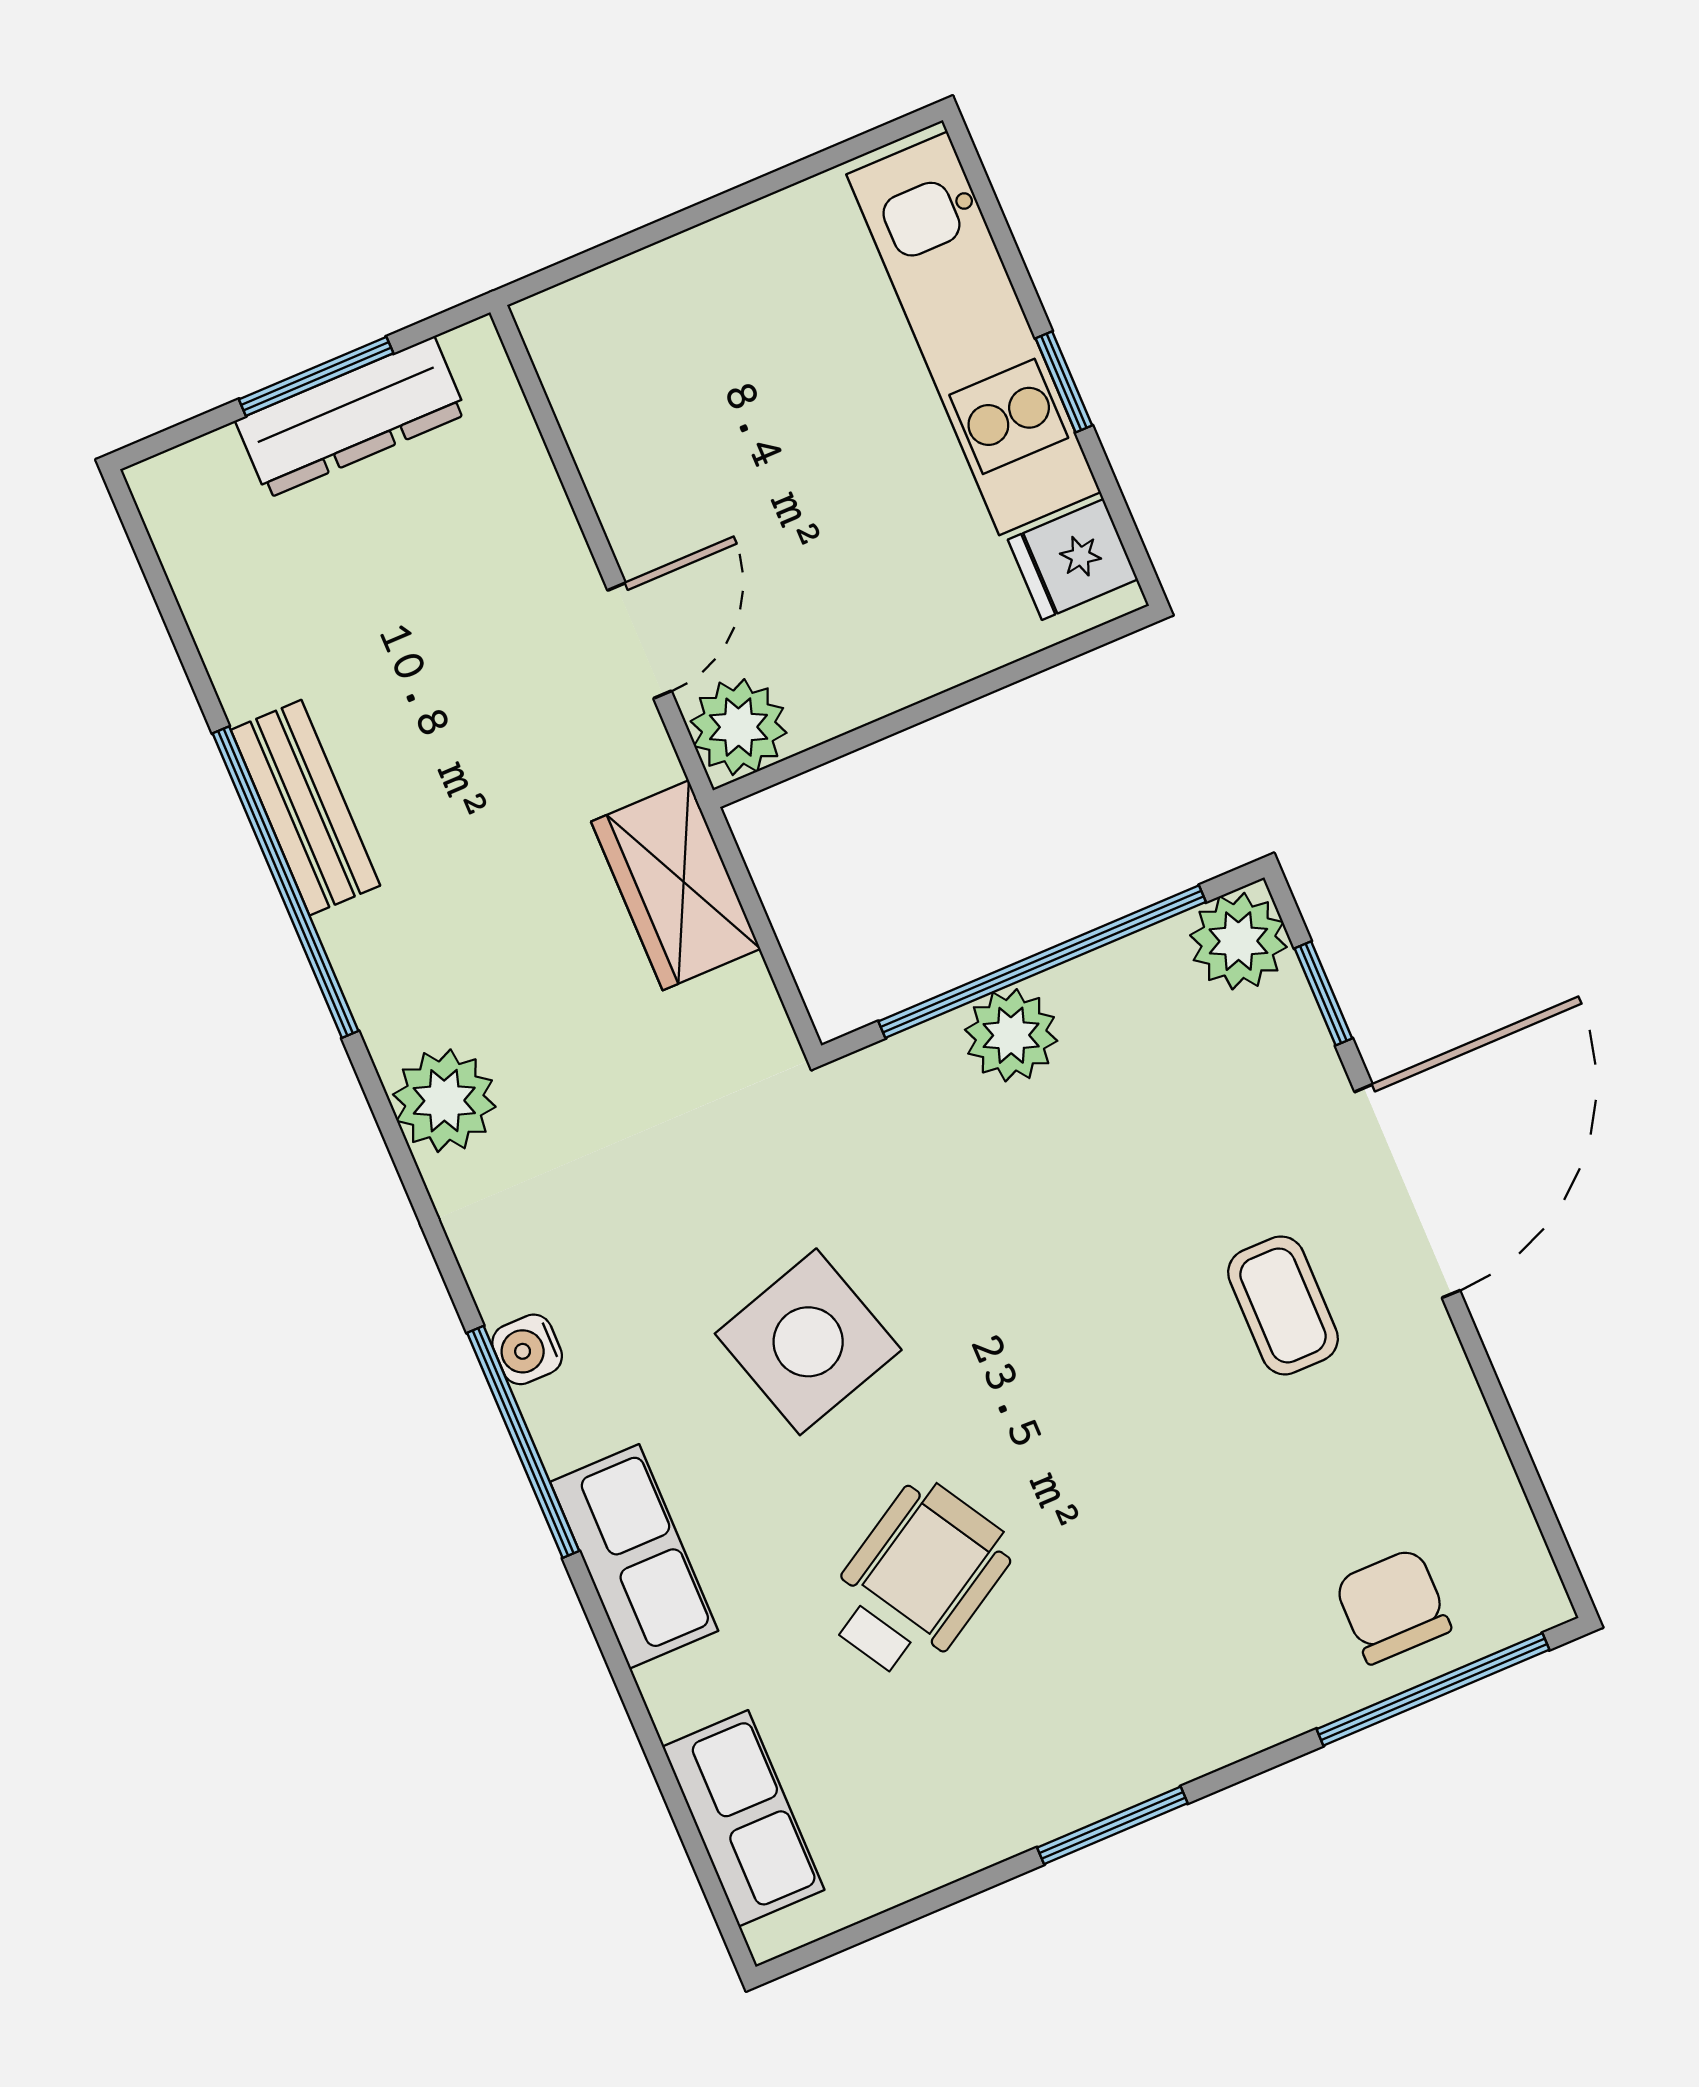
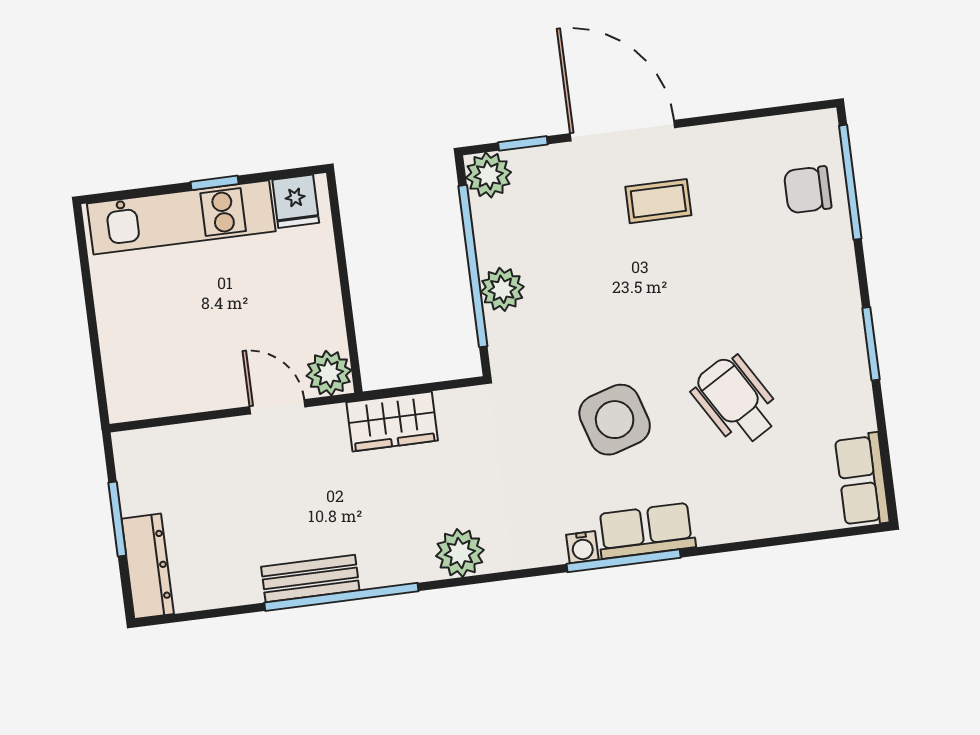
dresser: (351, 417) -> (148, 566), moved
row of seats: (634, 1556) -> (646, 531), moved
row of seats: (743, 1818) -> (862, 480), moved, turned -90

